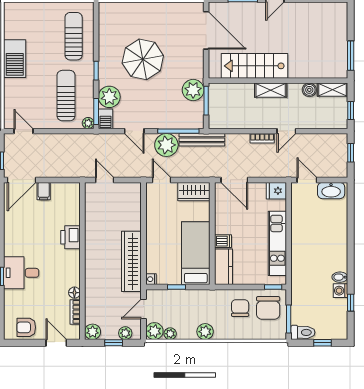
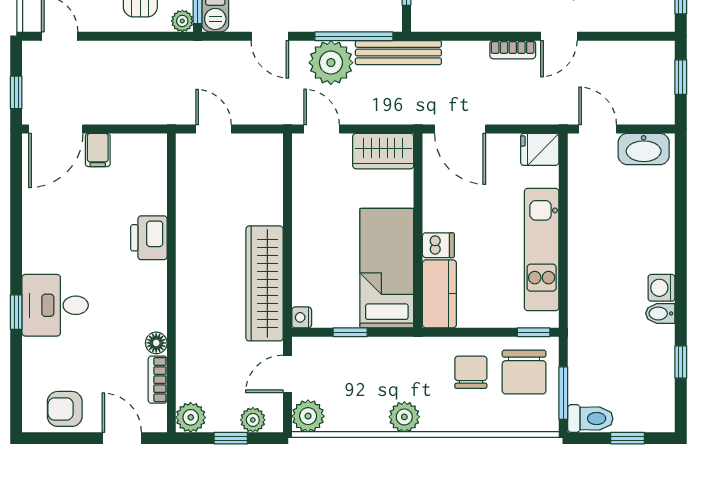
washing machine: (340, 291) -> (661, 288), moved
plant: (170, 334) -> (338, 421), removed

